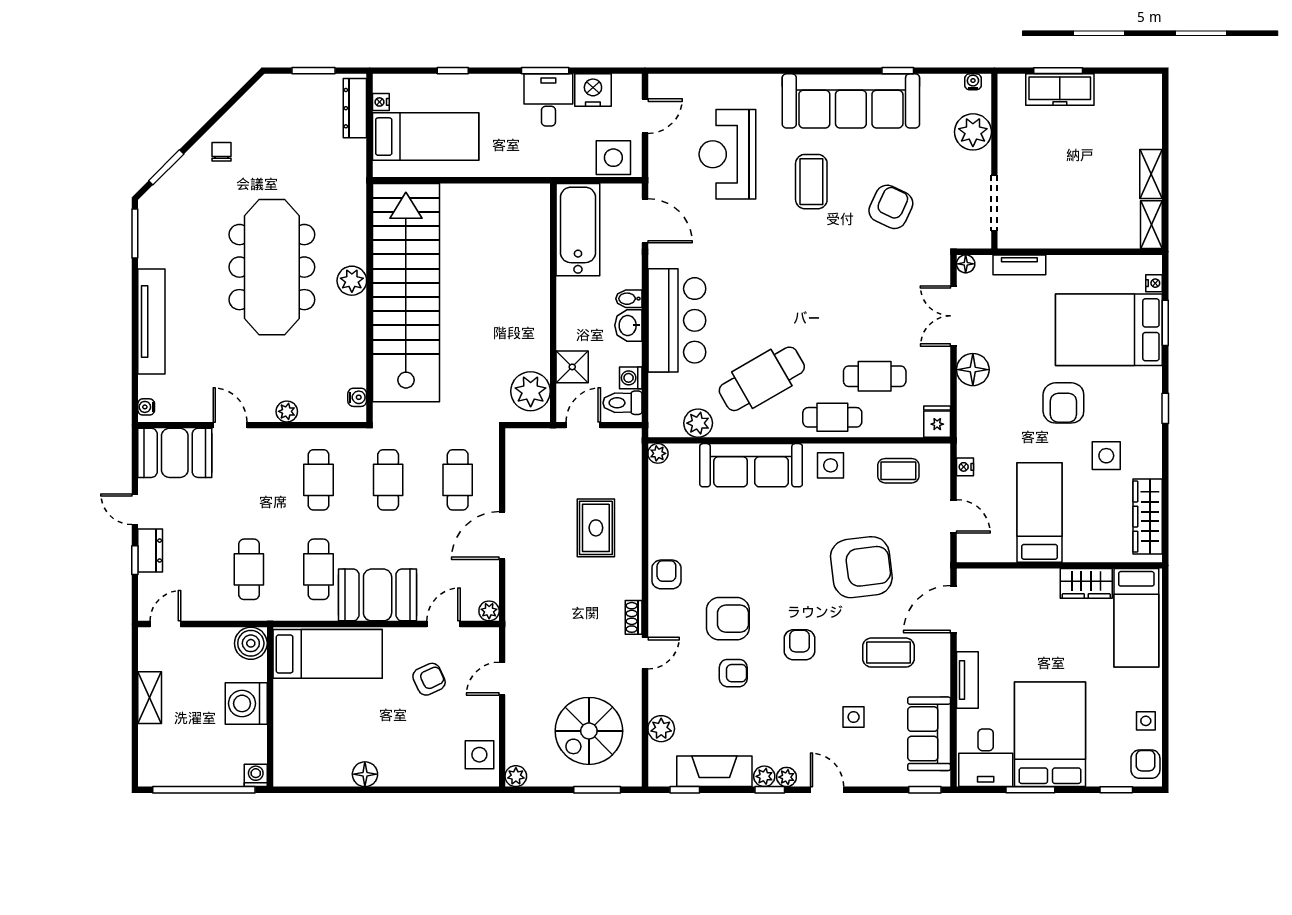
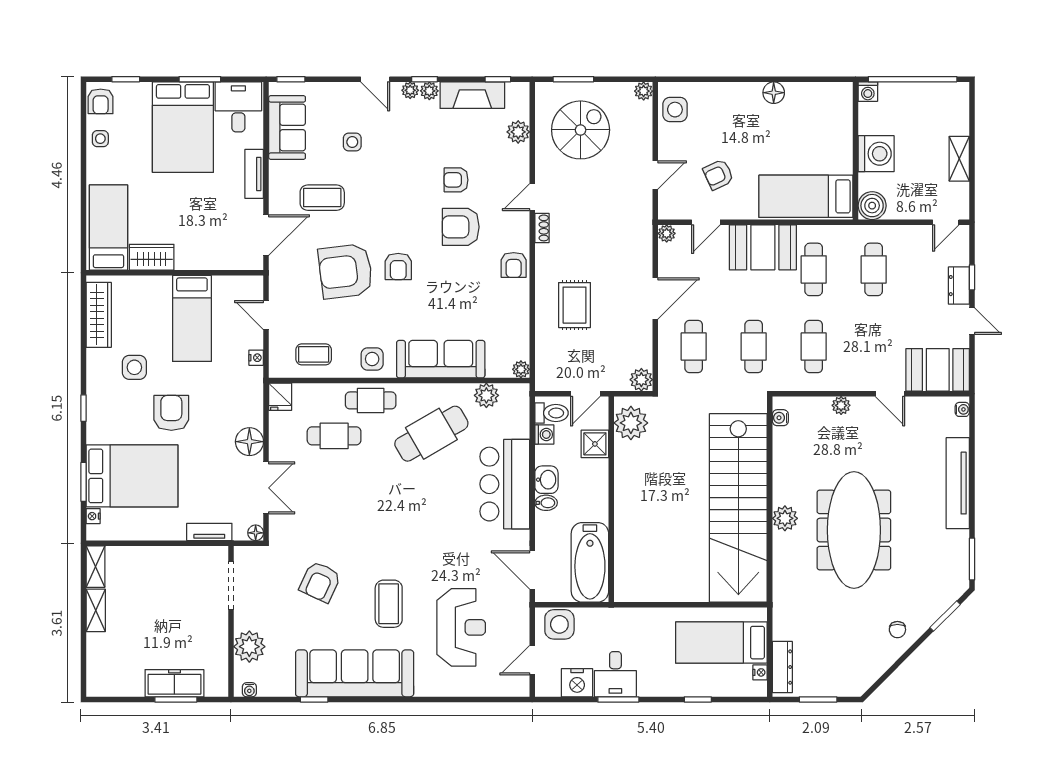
plant: (518, 441) -> (641, 380), added
armchair: (799, 645) -> (398, 266), moved

